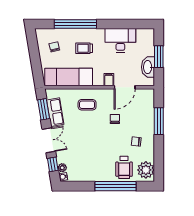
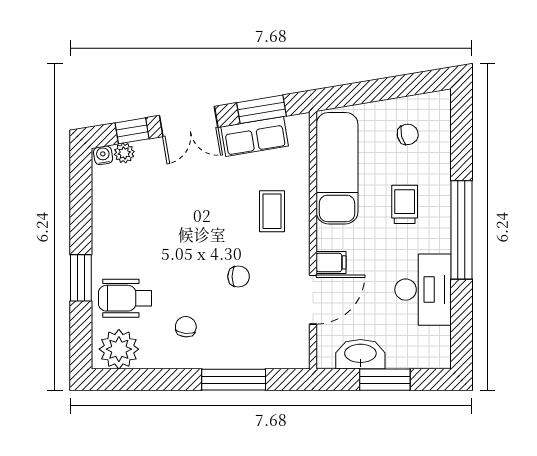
window: (75, 24) -> (461, 230), moved
door: (125, 87) -> (313, 300), swing flipped
window: (115, 186) -> (81, 278), width x0.47

